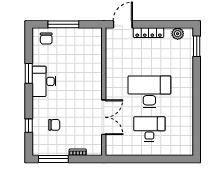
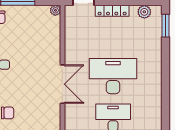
plant: (97, 32) -> (55, 10), added
double door: (104, 117) -> (62, 84), moved

